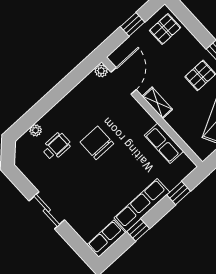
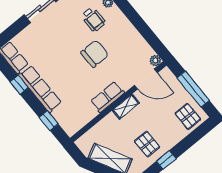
window: (133, 24) -> (193, 89), width x2.17
row of seats: (164, 143) -> (108, 97), moved

